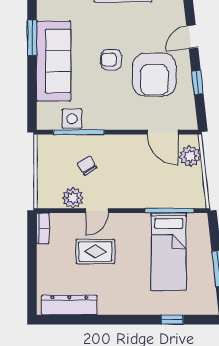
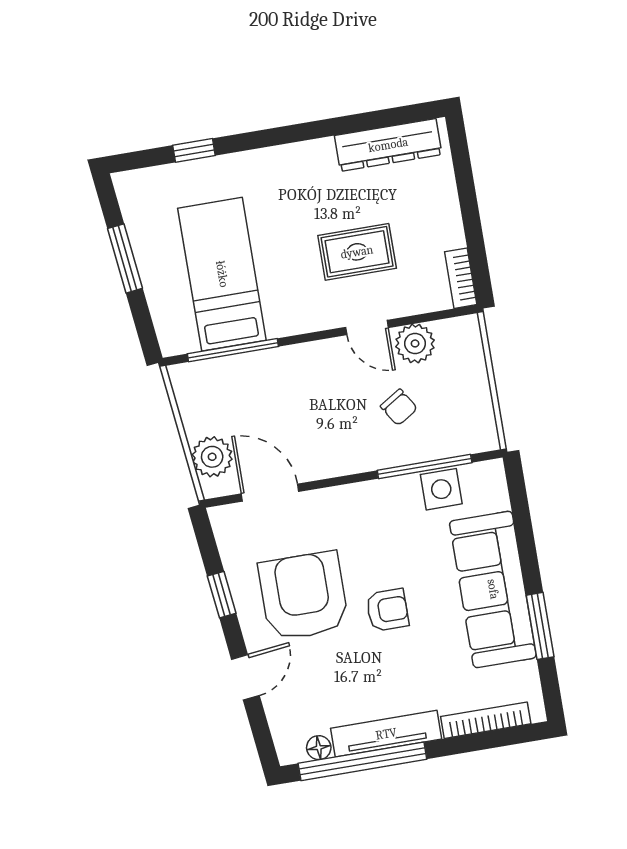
door: (97, 211) -> (367, 328), swing flipped

